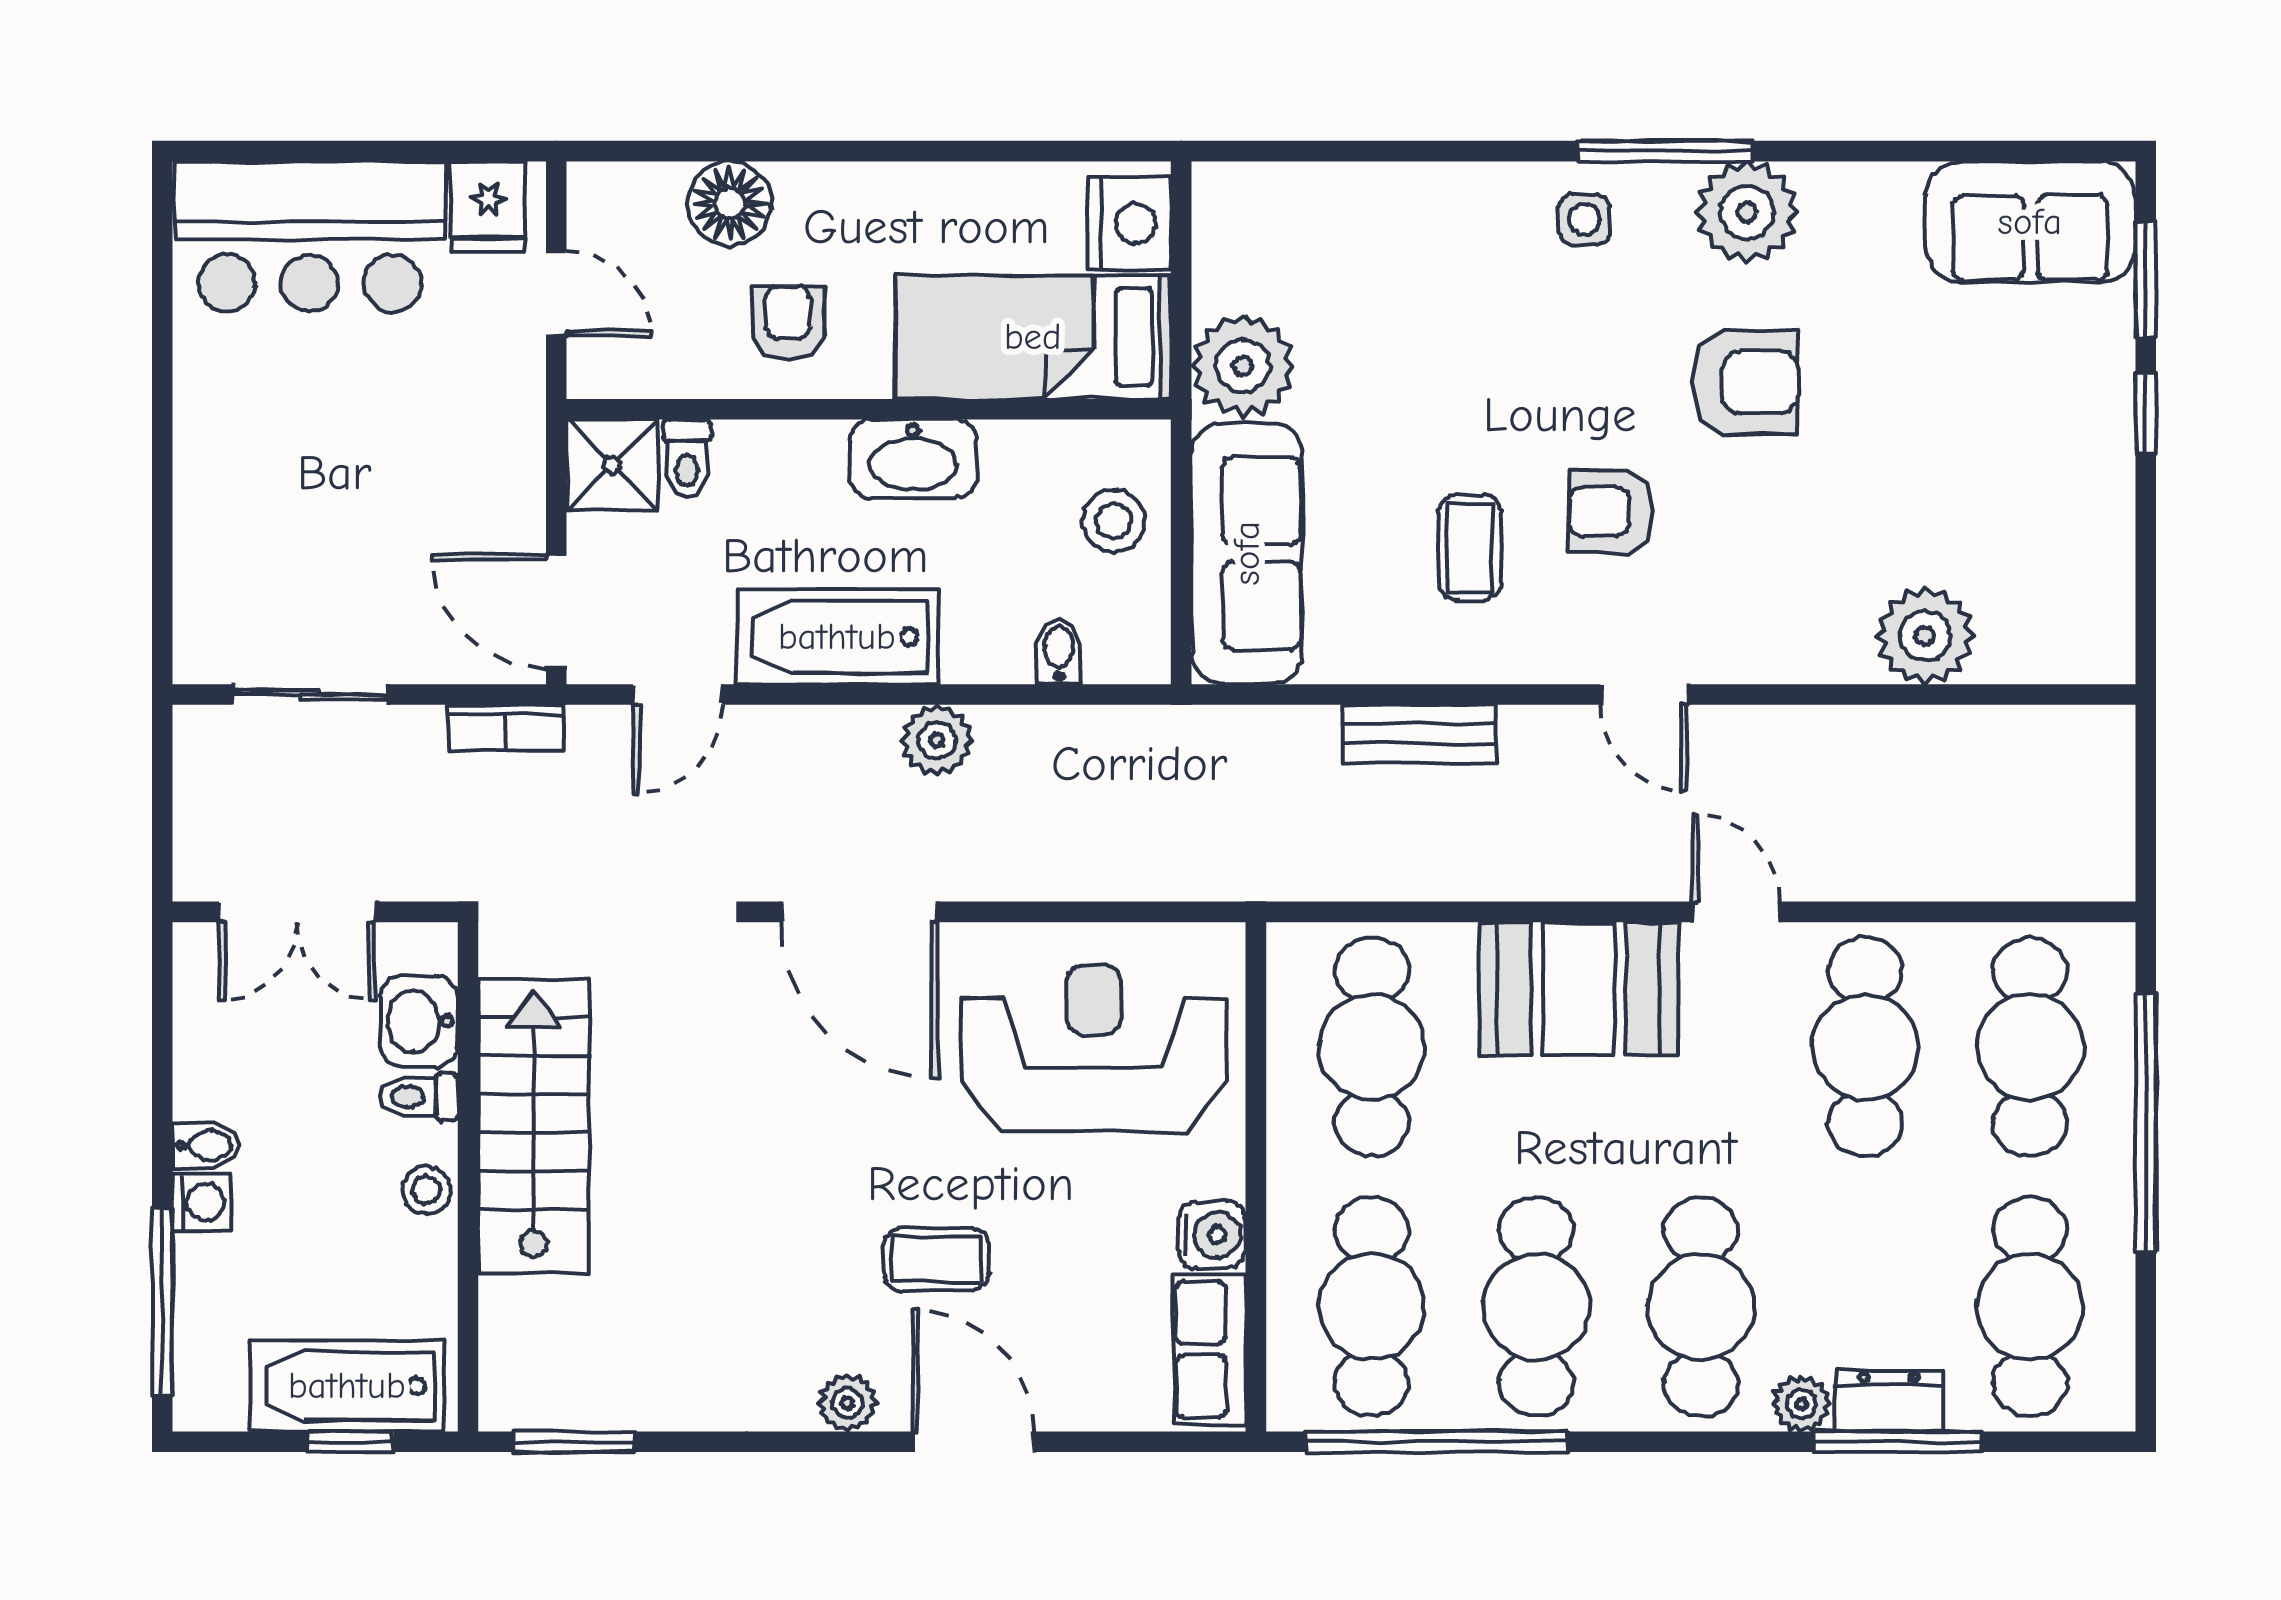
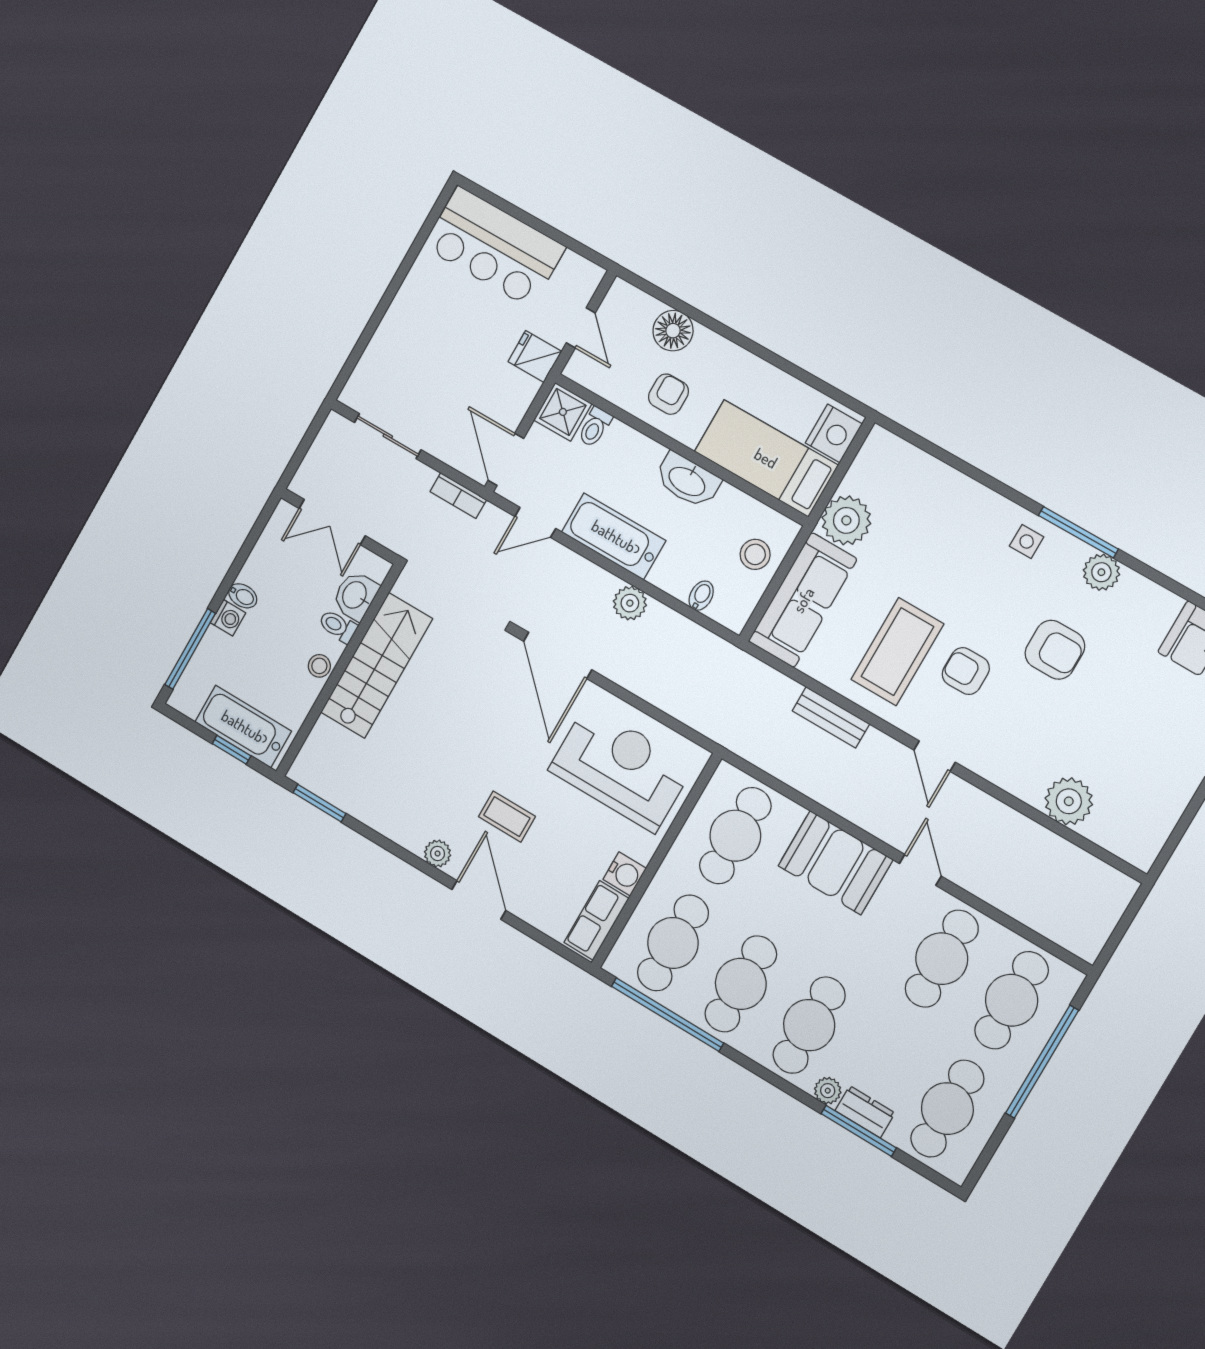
fridge: (488, 206) -> (535, 356), moved, turned 90
plant: (1747, 212) -> (1101, 572), width x0.73, depth x0.73
coffee table: (1470, 547) -> (897, 652), width x1.86, depth x1.72

